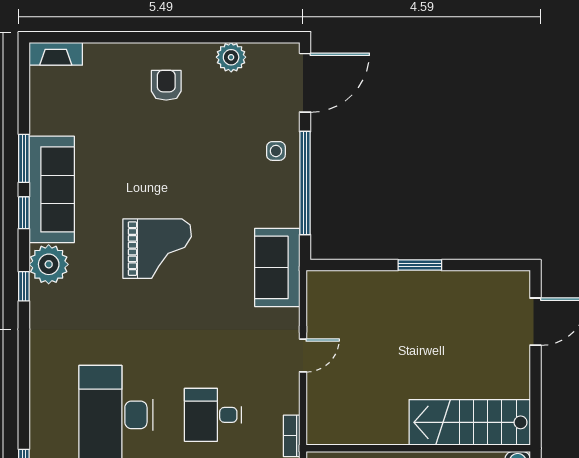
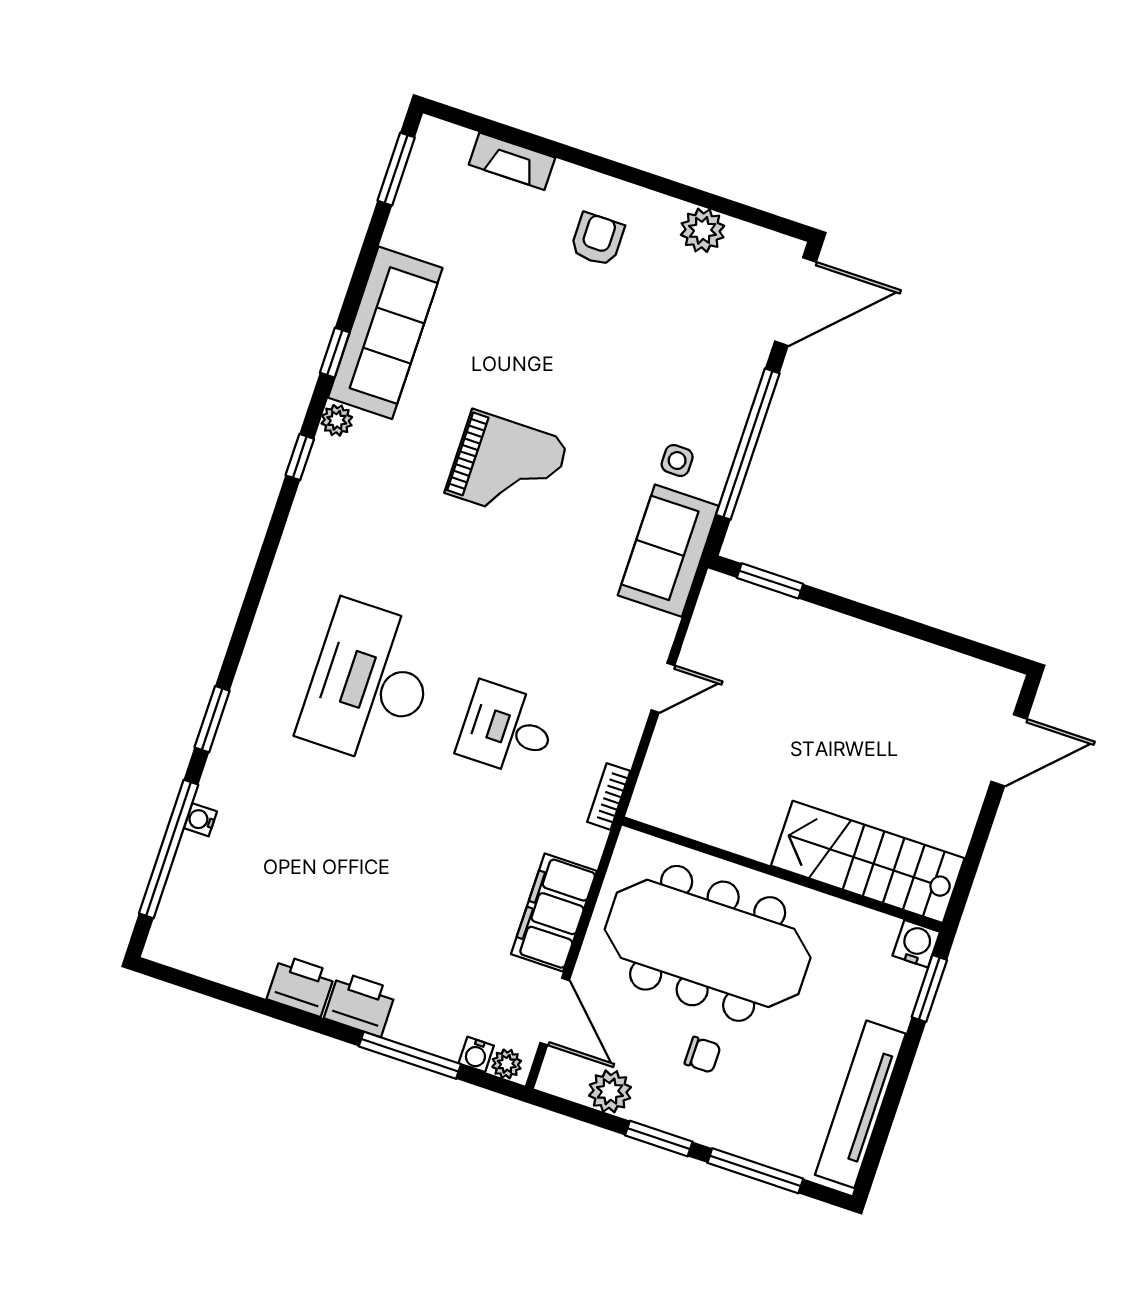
fireplace: (56, 54) -> (512, 161), moved
side table: (276, 151) -> (677, 461), moved
window: (24, 158) -> (396, 169), moved
plant: (49, 264) -> (337, 420), width x0.53, depth x0.53
window: (420, 265) -> (770, 581), moved

